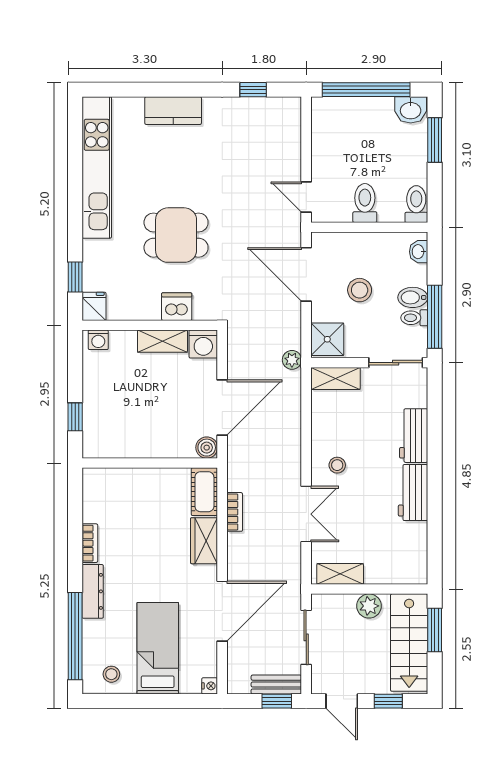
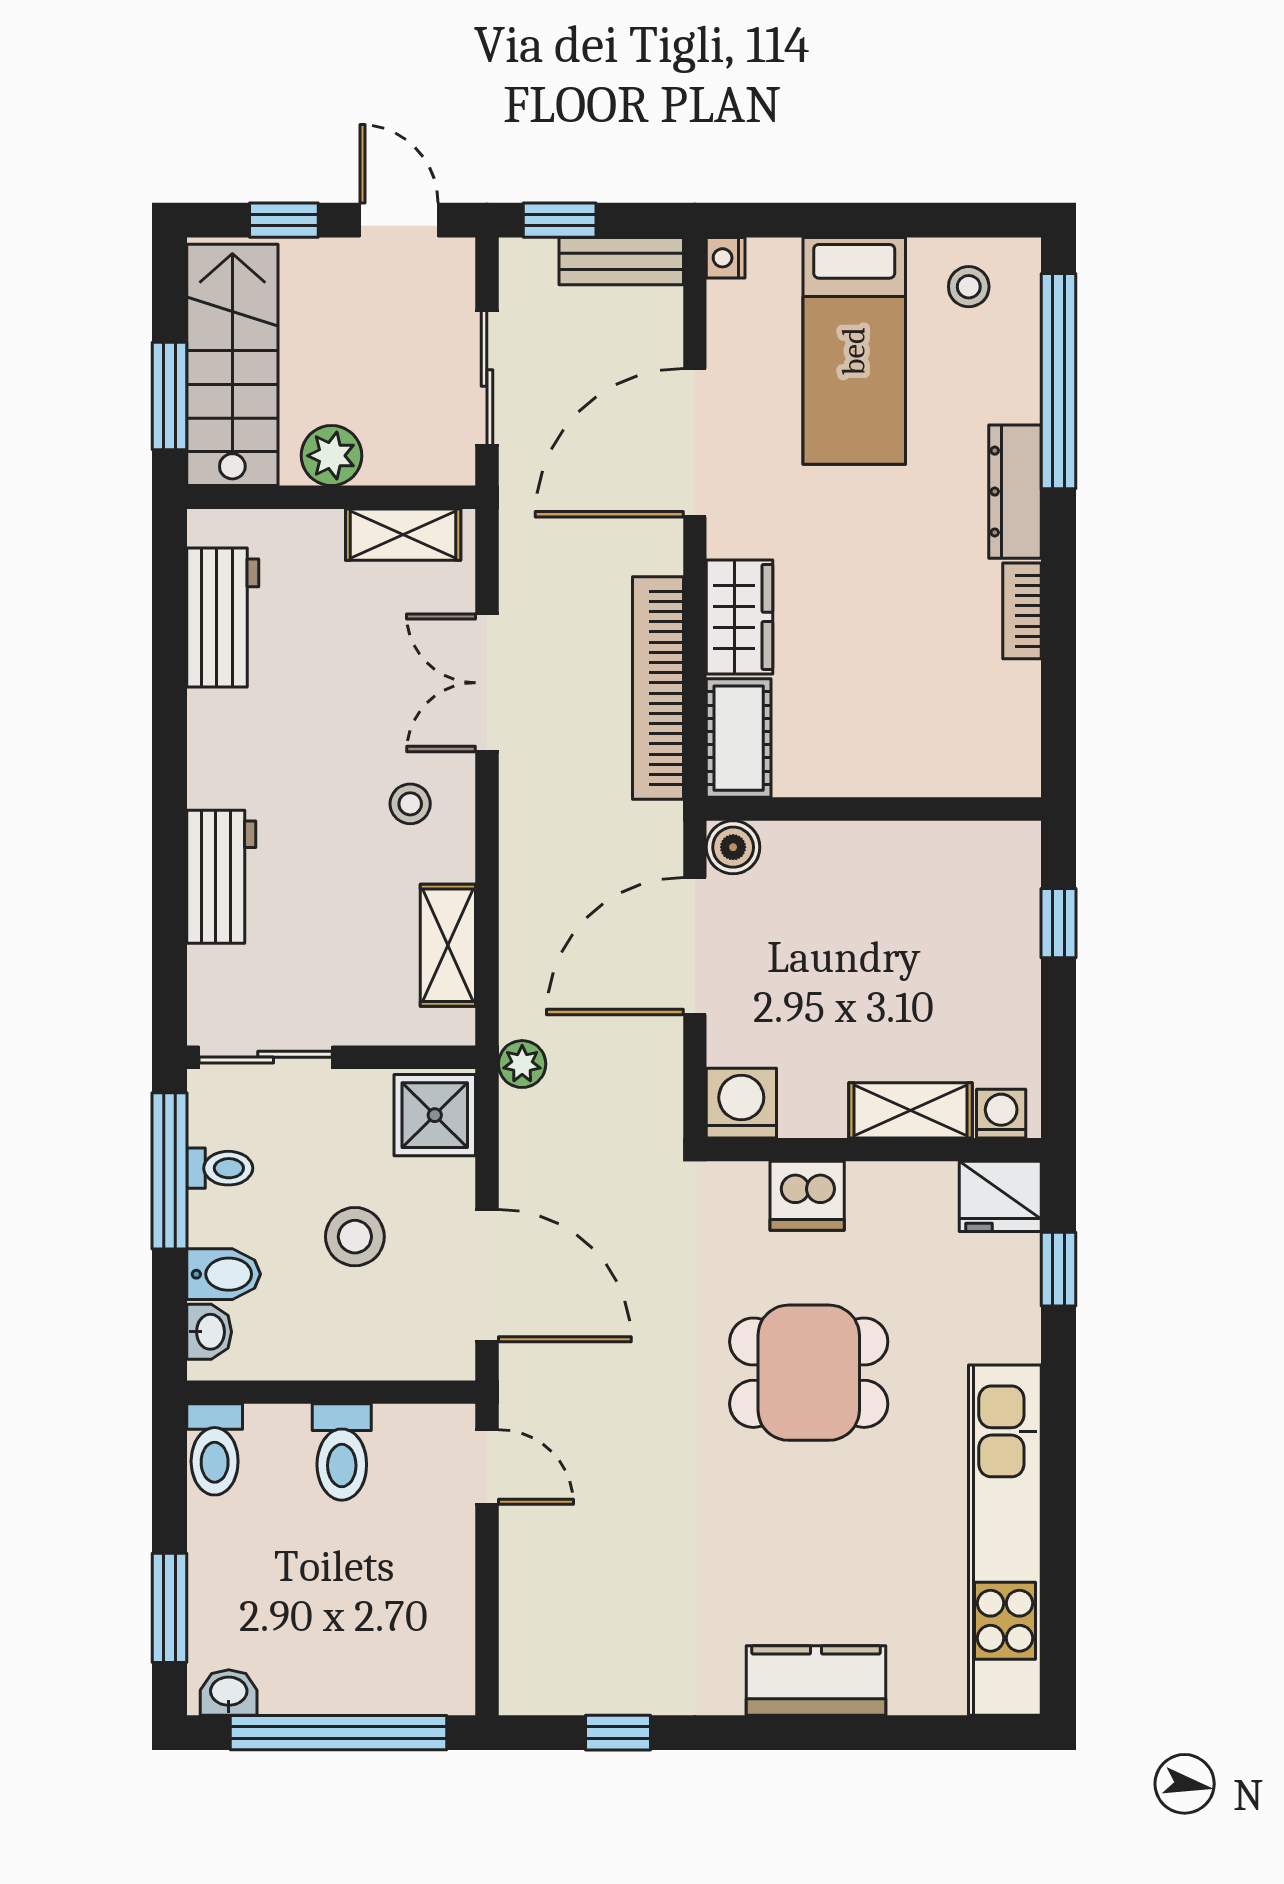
washbasin: (411, 110) -> (229, 1693), width x0.72, depth x0.69
bidet: (413, 297) -> (224, 1274), moved
fridge: (94, 306) -> (1000, 1196), width x1.38
shelving: (162, 341) -> (910, 1110), moved
shelving: (336, 378) -> (448, 945), moved, turned 90
workbench: (413, 493) -> (223, 617), moved
bookcase: (235, 512) -> (658, 688), width x2.31, depth x1.31
bench: (276, 685) -> (621, 261), moved

